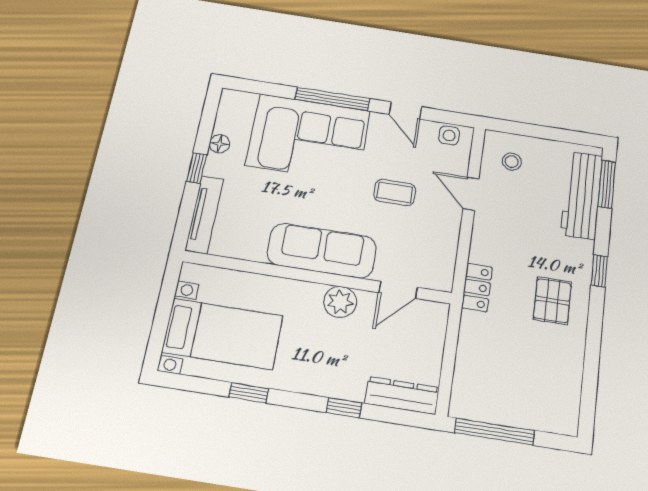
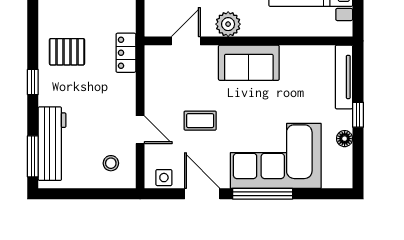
door: (405, 110) -> (202, 194), width x1.38
sofa: (322, 251) -> (249, 63), width x0.73
pallet: (552, 301) -> (67, 52), turned 90

